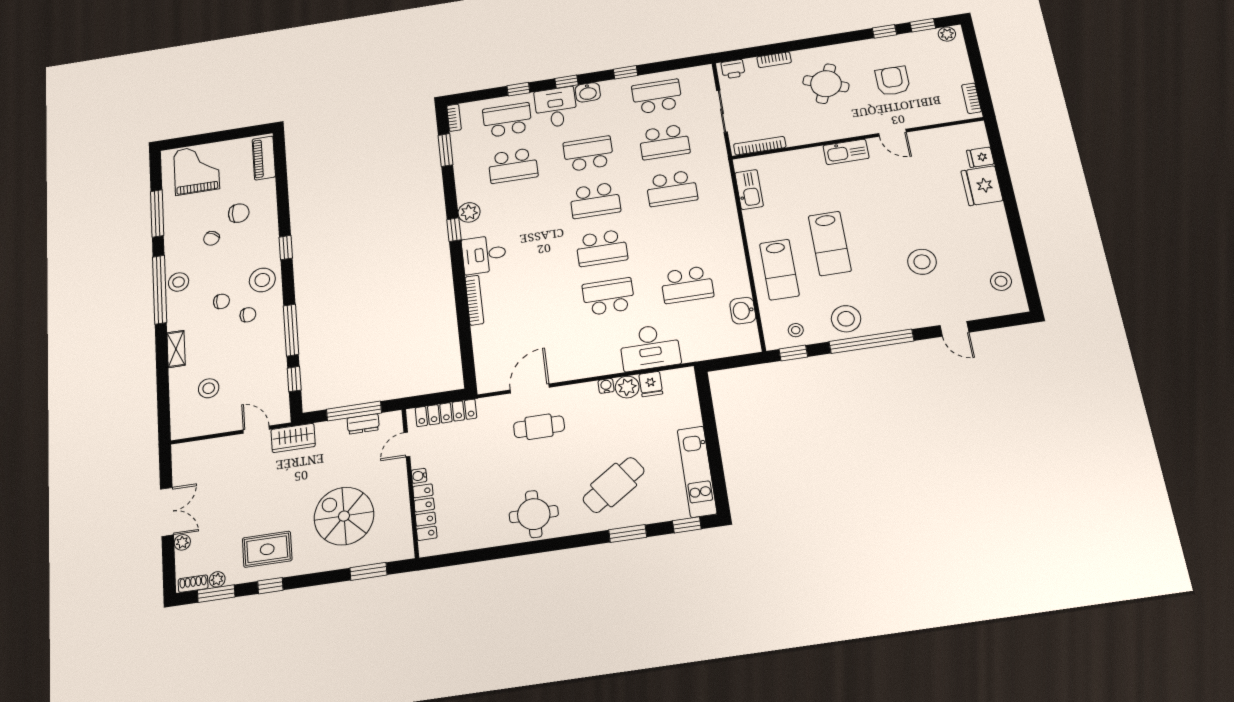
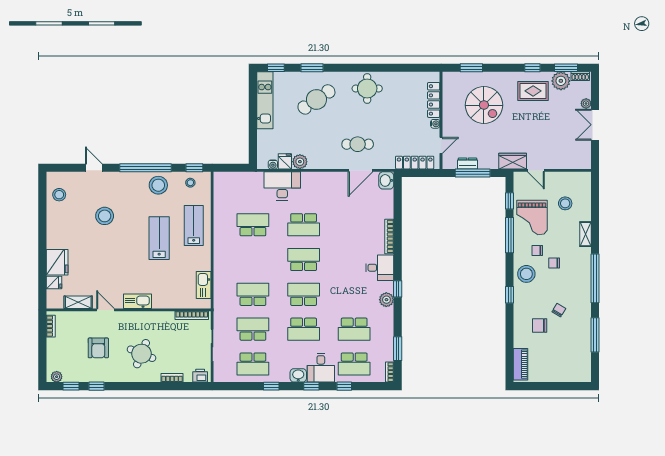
shelving: (937, 136) -> (78, 302), added
school desk: (513, 166) -> (354, 329), turned 180
grand piano: (197, 170) -> (532, 217), moved
stool: (179, 282) -> (582, 282), removed
washbasin: (743, 311) -> (386, 180), moved, turned 180
water cooler: (606, 386) -> (273, 164), moved
plant: (217, 579) -> (561, 81), width x1.88, depth x1.88

